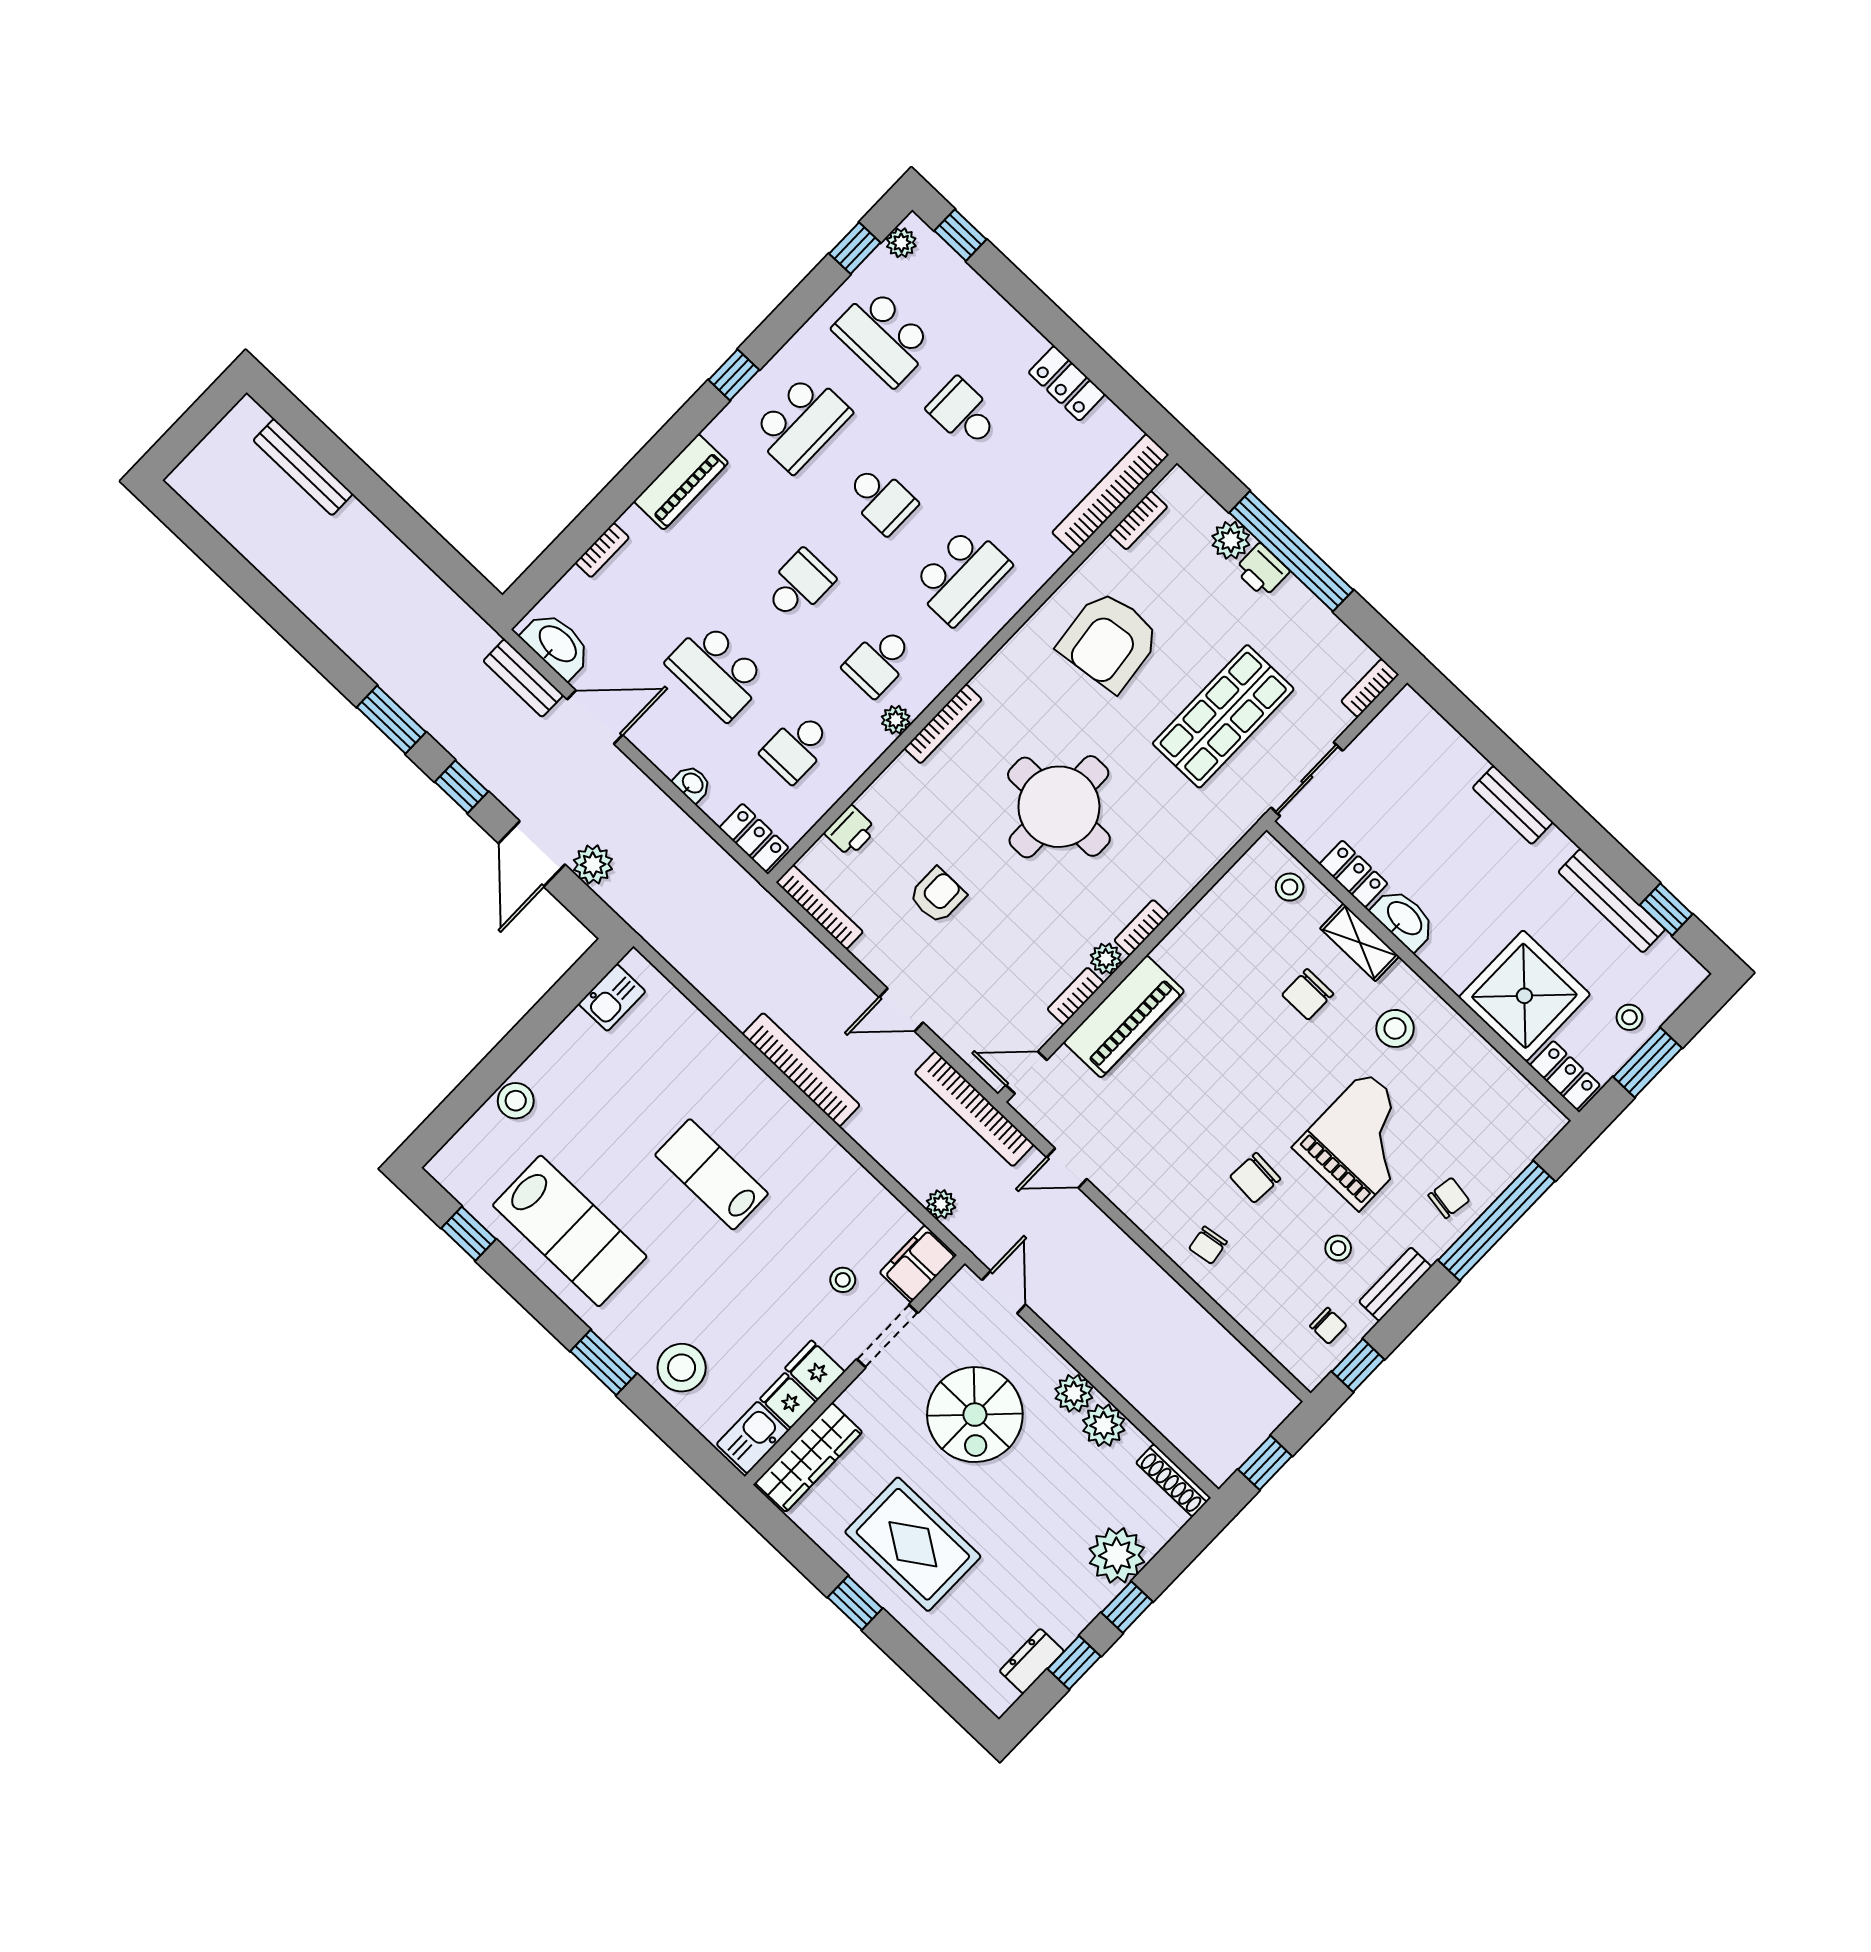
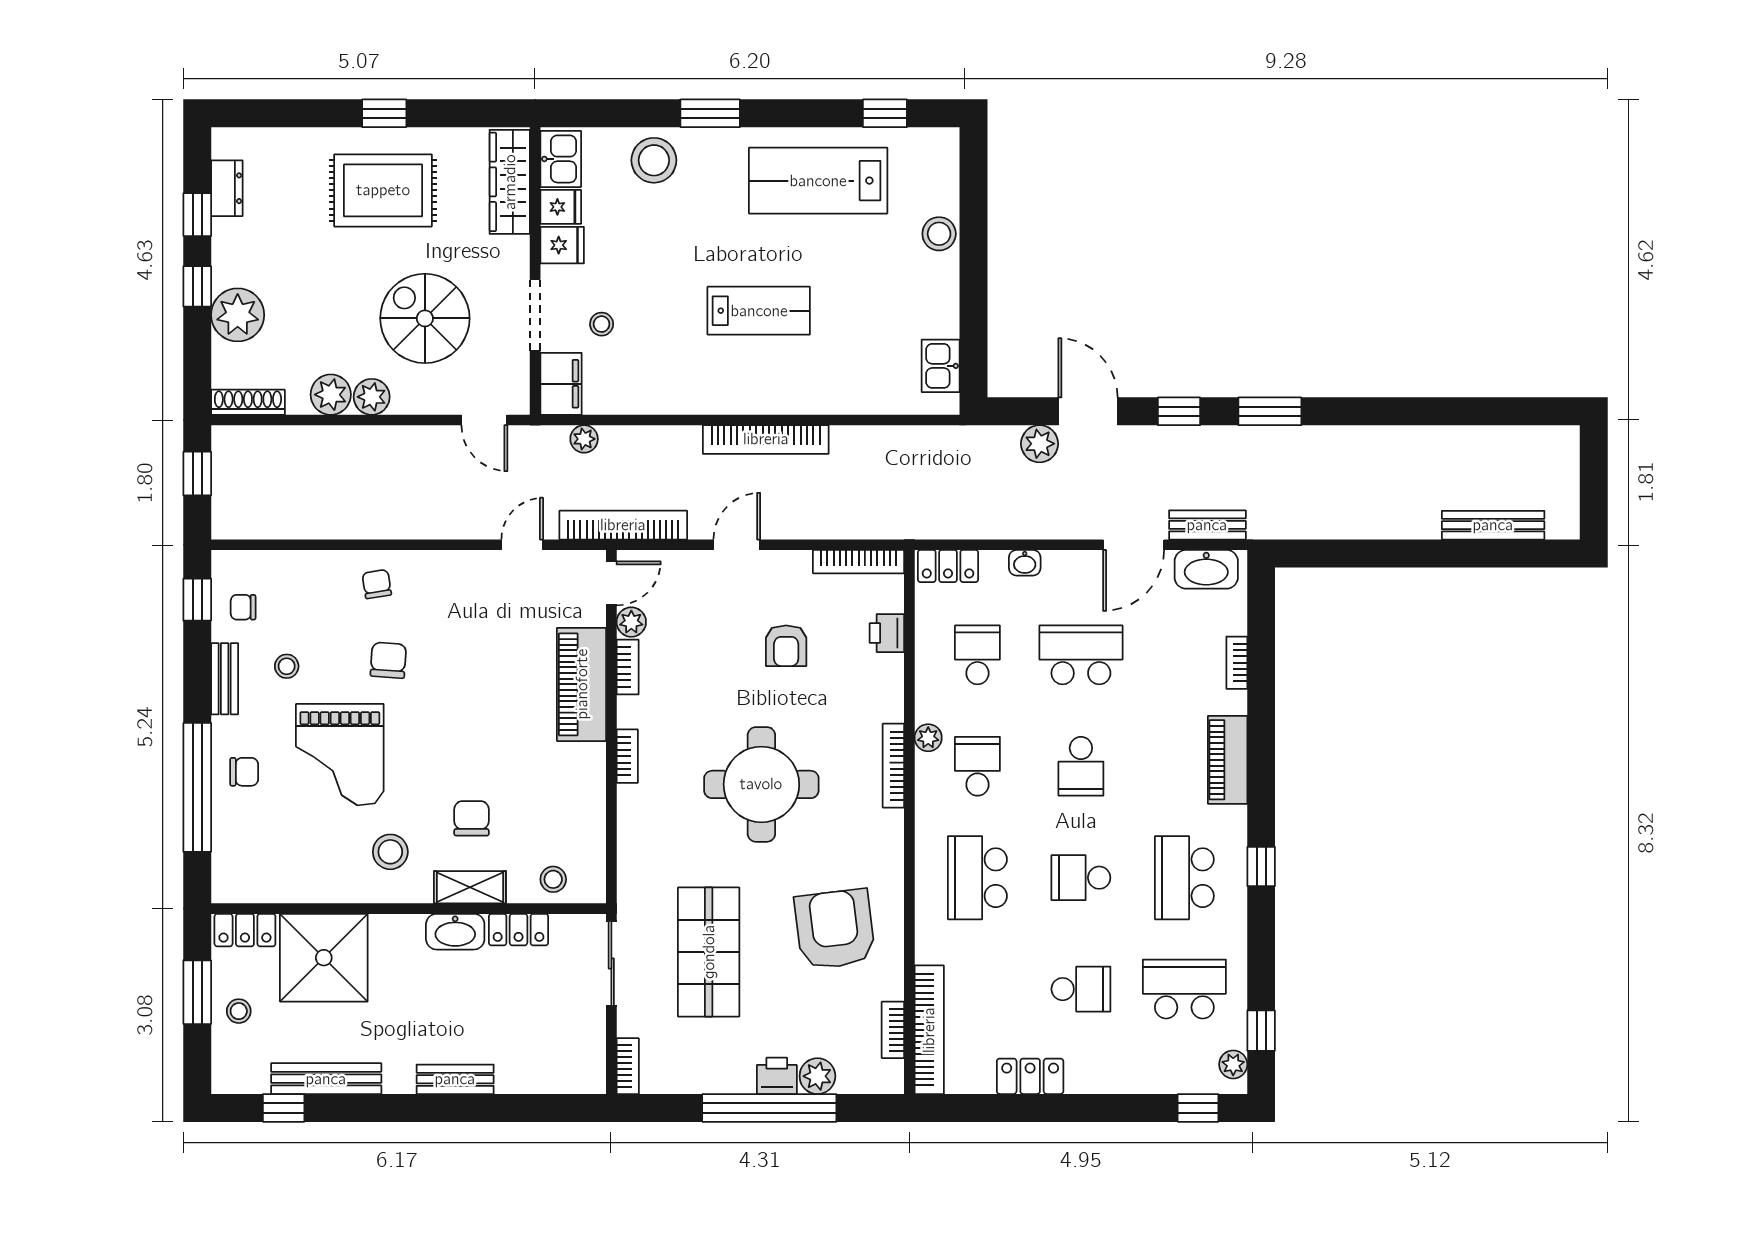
plant: (1106, 959) -> (631, 622), moved
chair: (1449, 1198) -> (244, 772), turned -99

